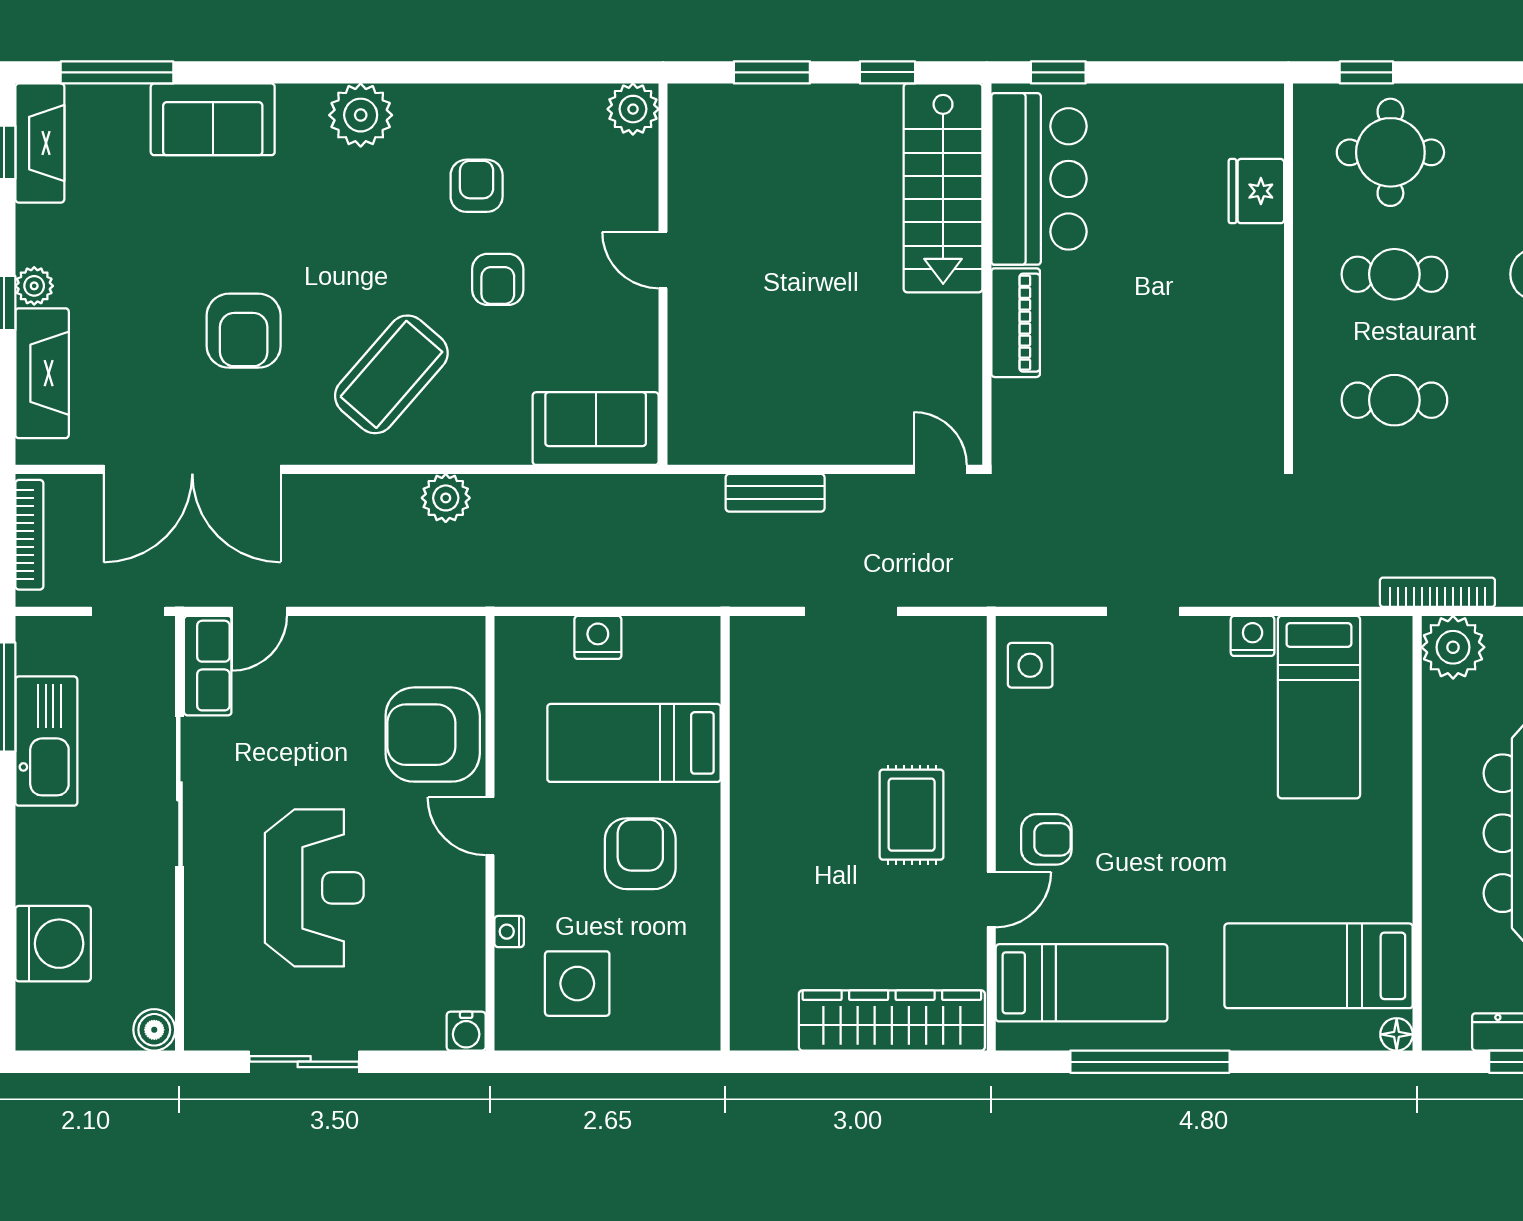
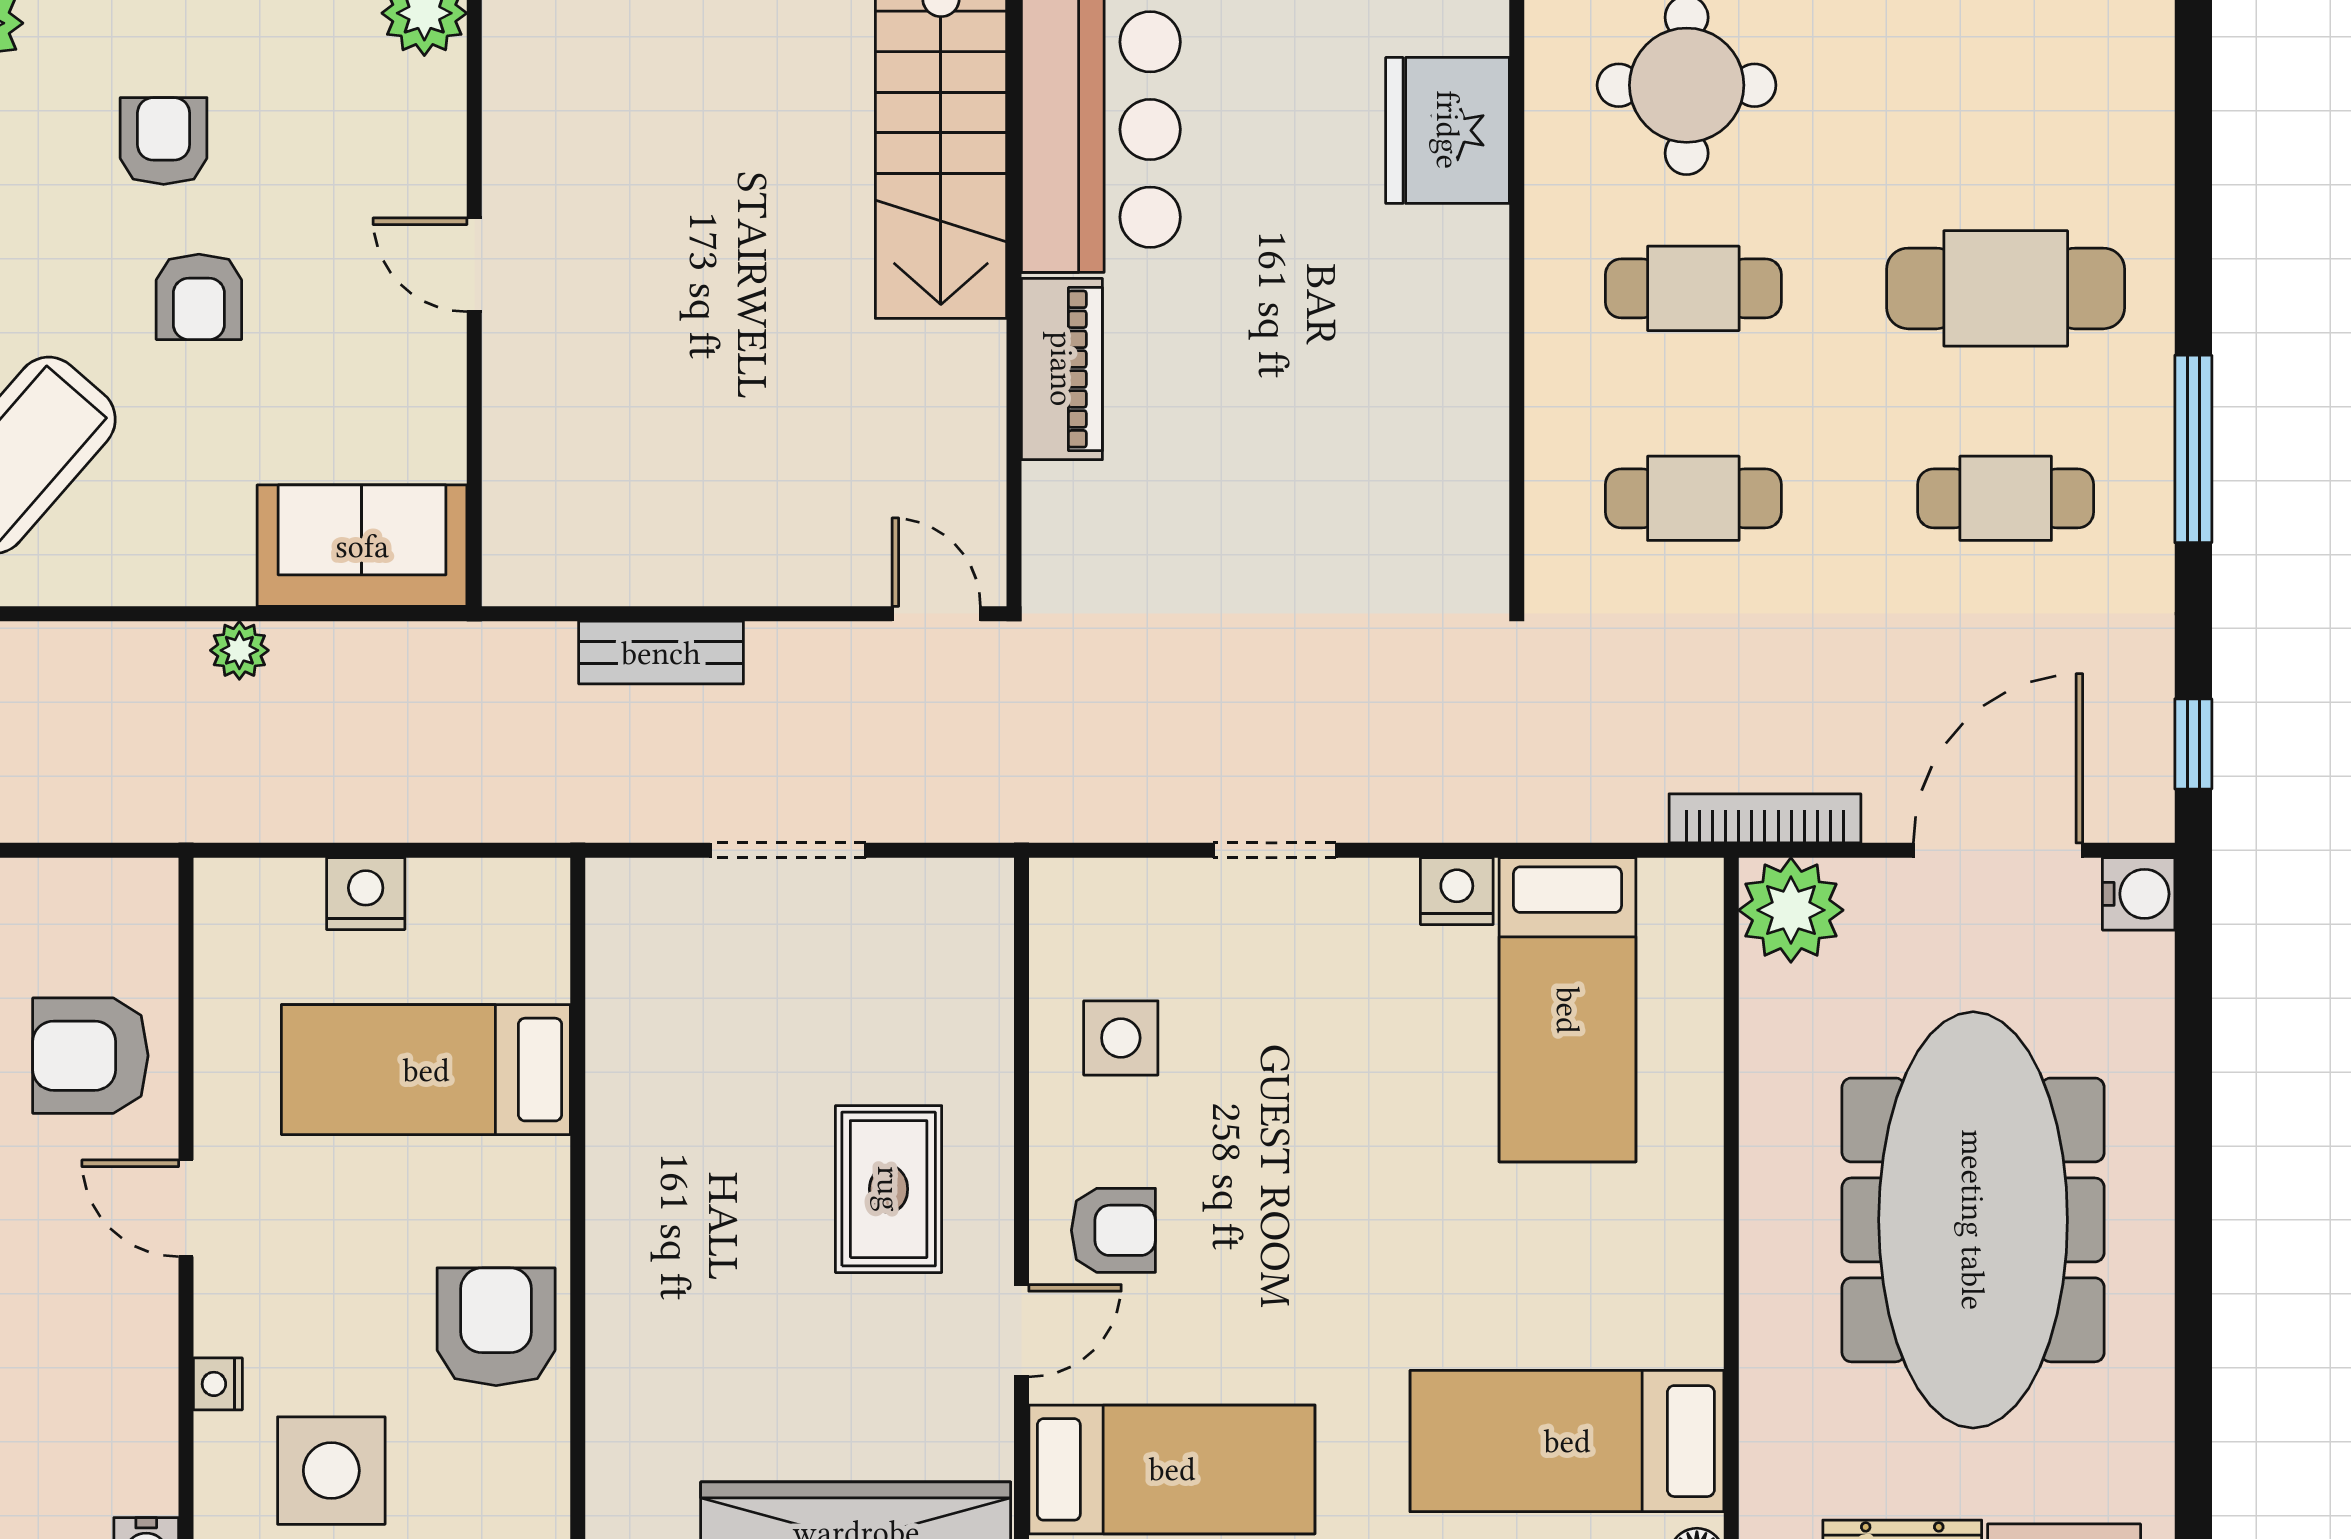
fridge: (1256, 191) -> (1448, 130), width x1.36, depth x1.34
plant: (446, 498) -> (239, 650), moved, width x0.73, depth x0.73
side table: (1030, 665) -> (1121, 1038), moved
armchair: (433, 735) -> (90, 1056), width x0.73, depth x0.73
armchair: (640, 854) -> (496, 1327), moved

